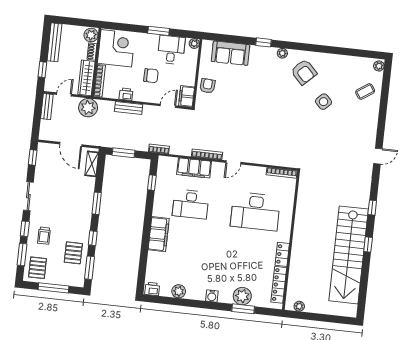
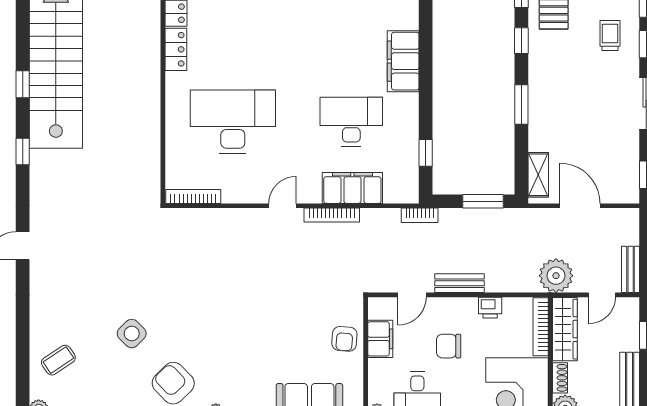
filing cabinet: (187, 96) -> (380, 339), moved
bench: (129, 108) -> (460, 283), moved

